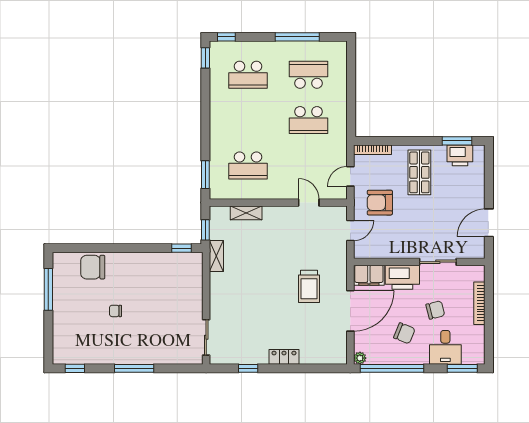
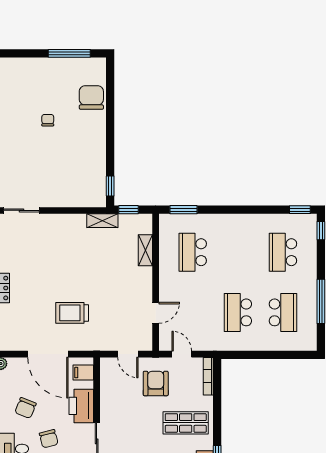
filing cabinet: (369, 275) -> (83, 373), width x0.50

